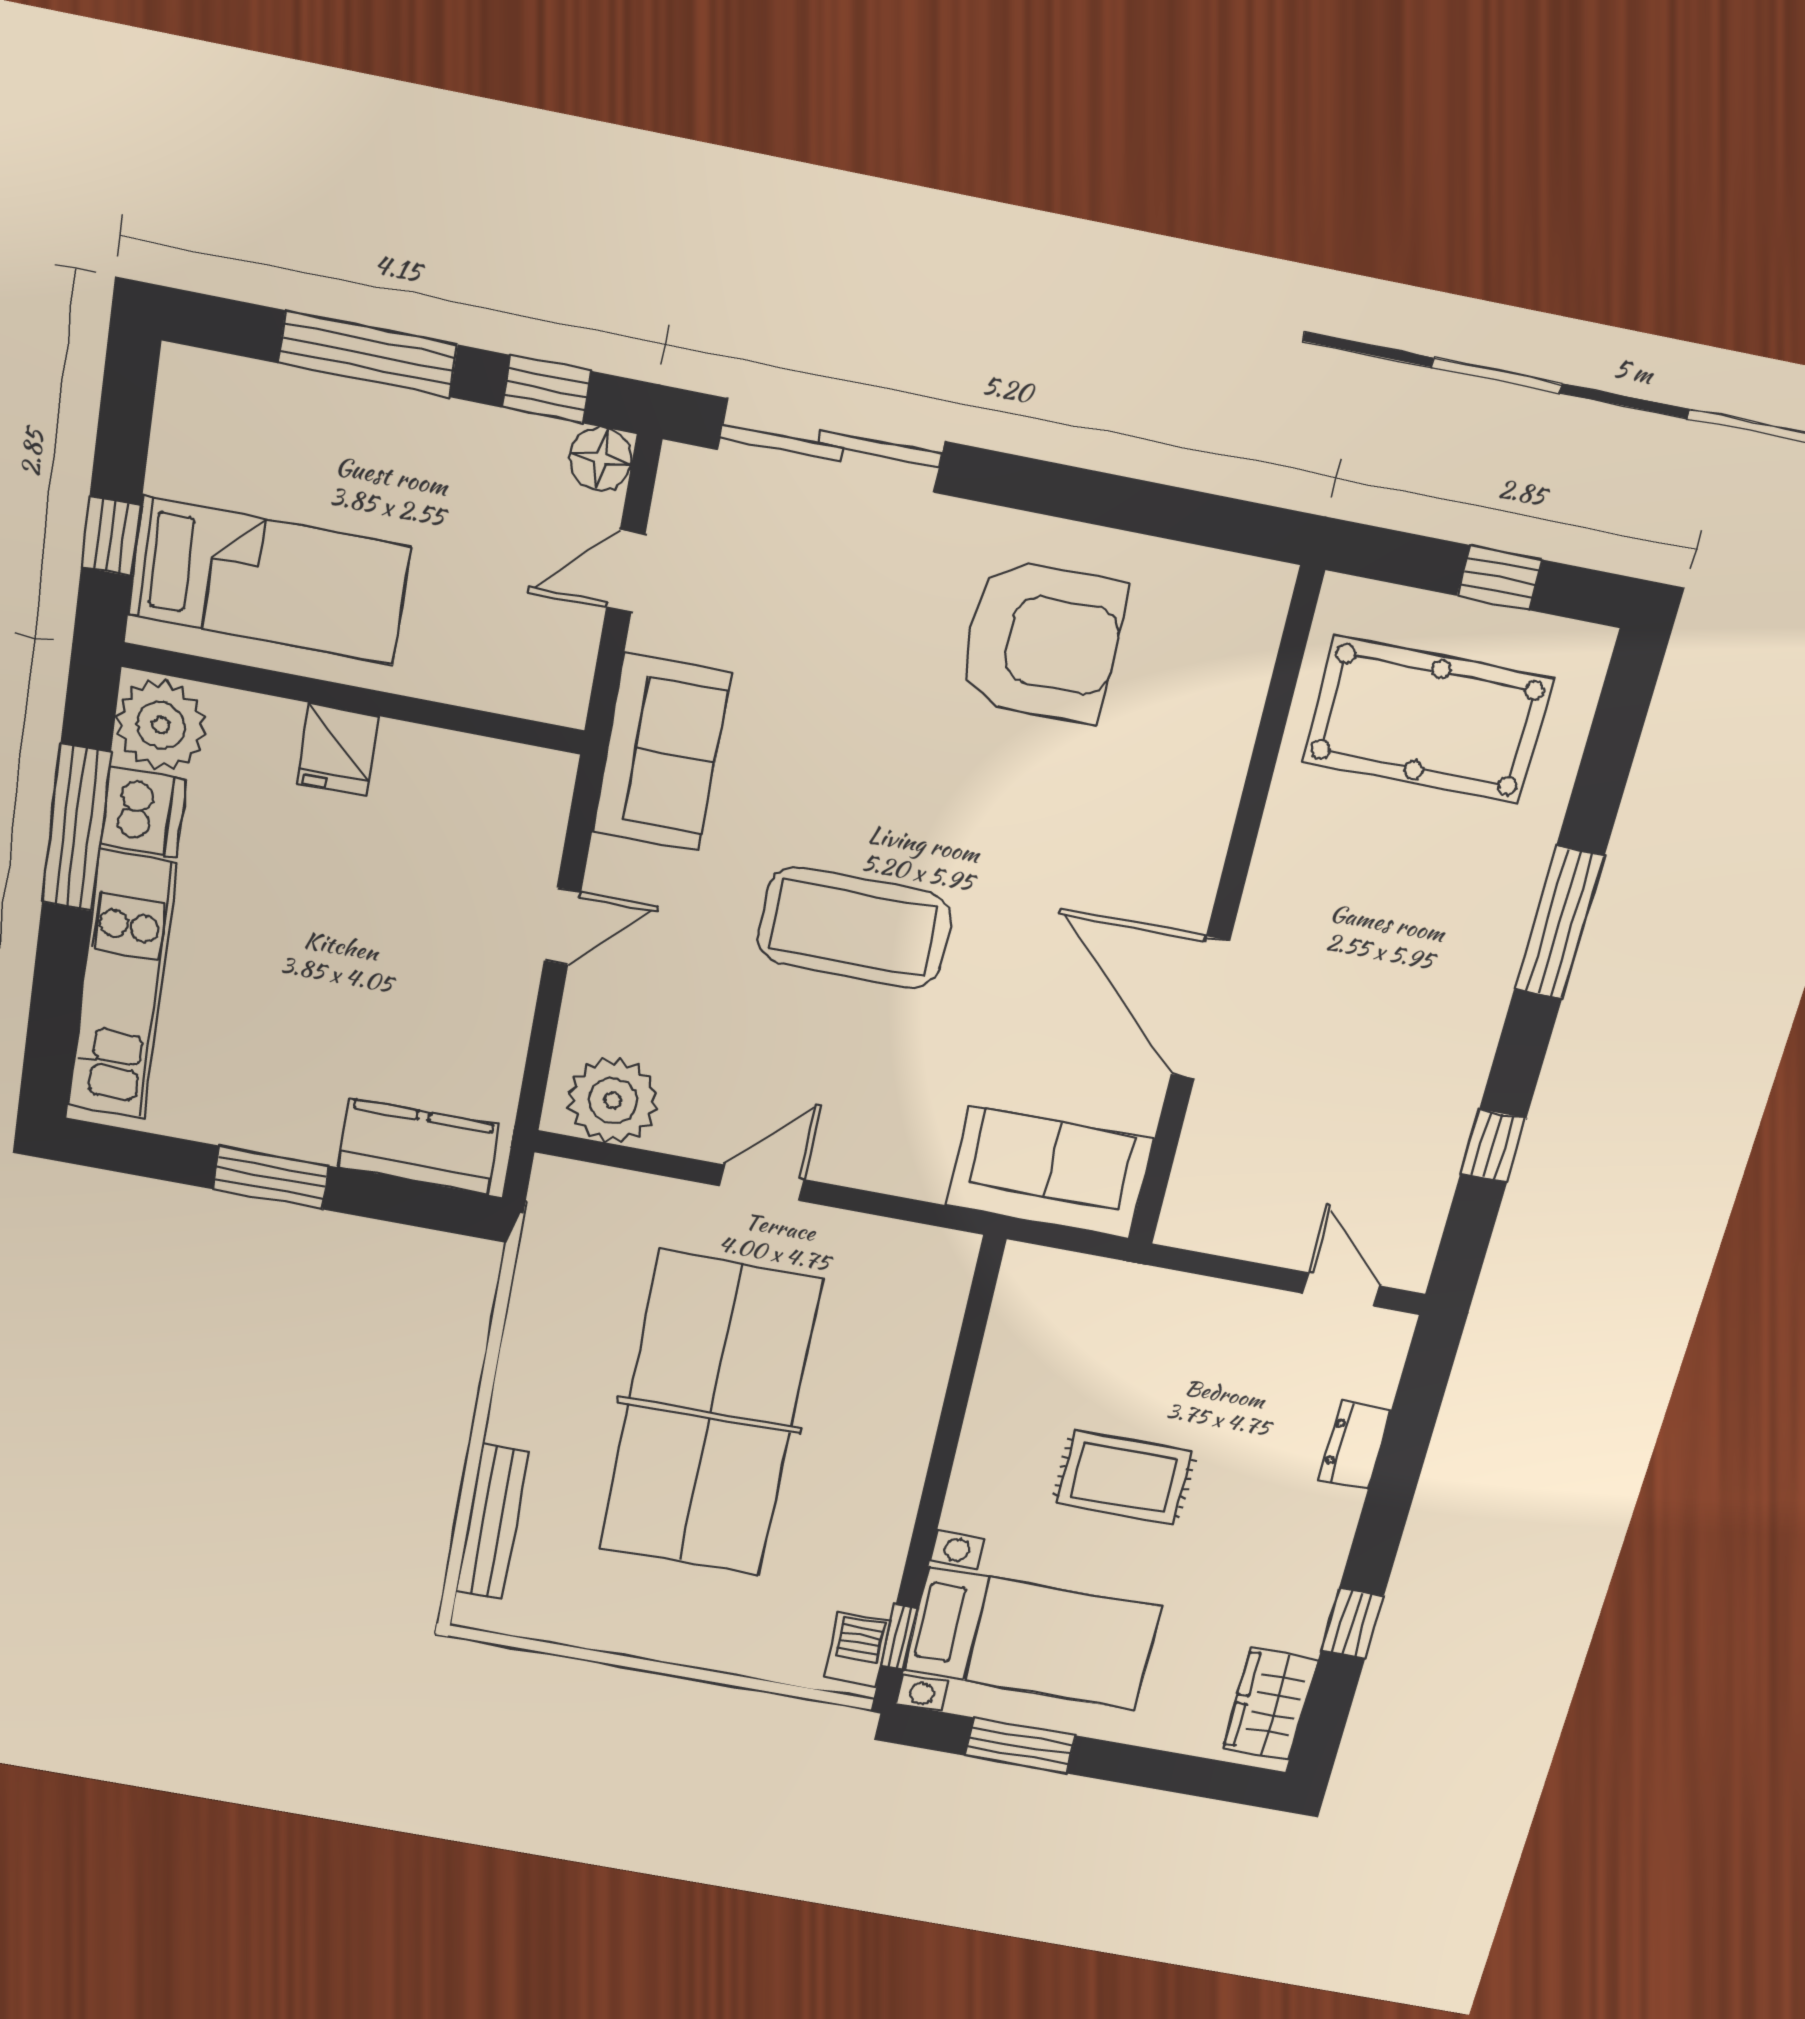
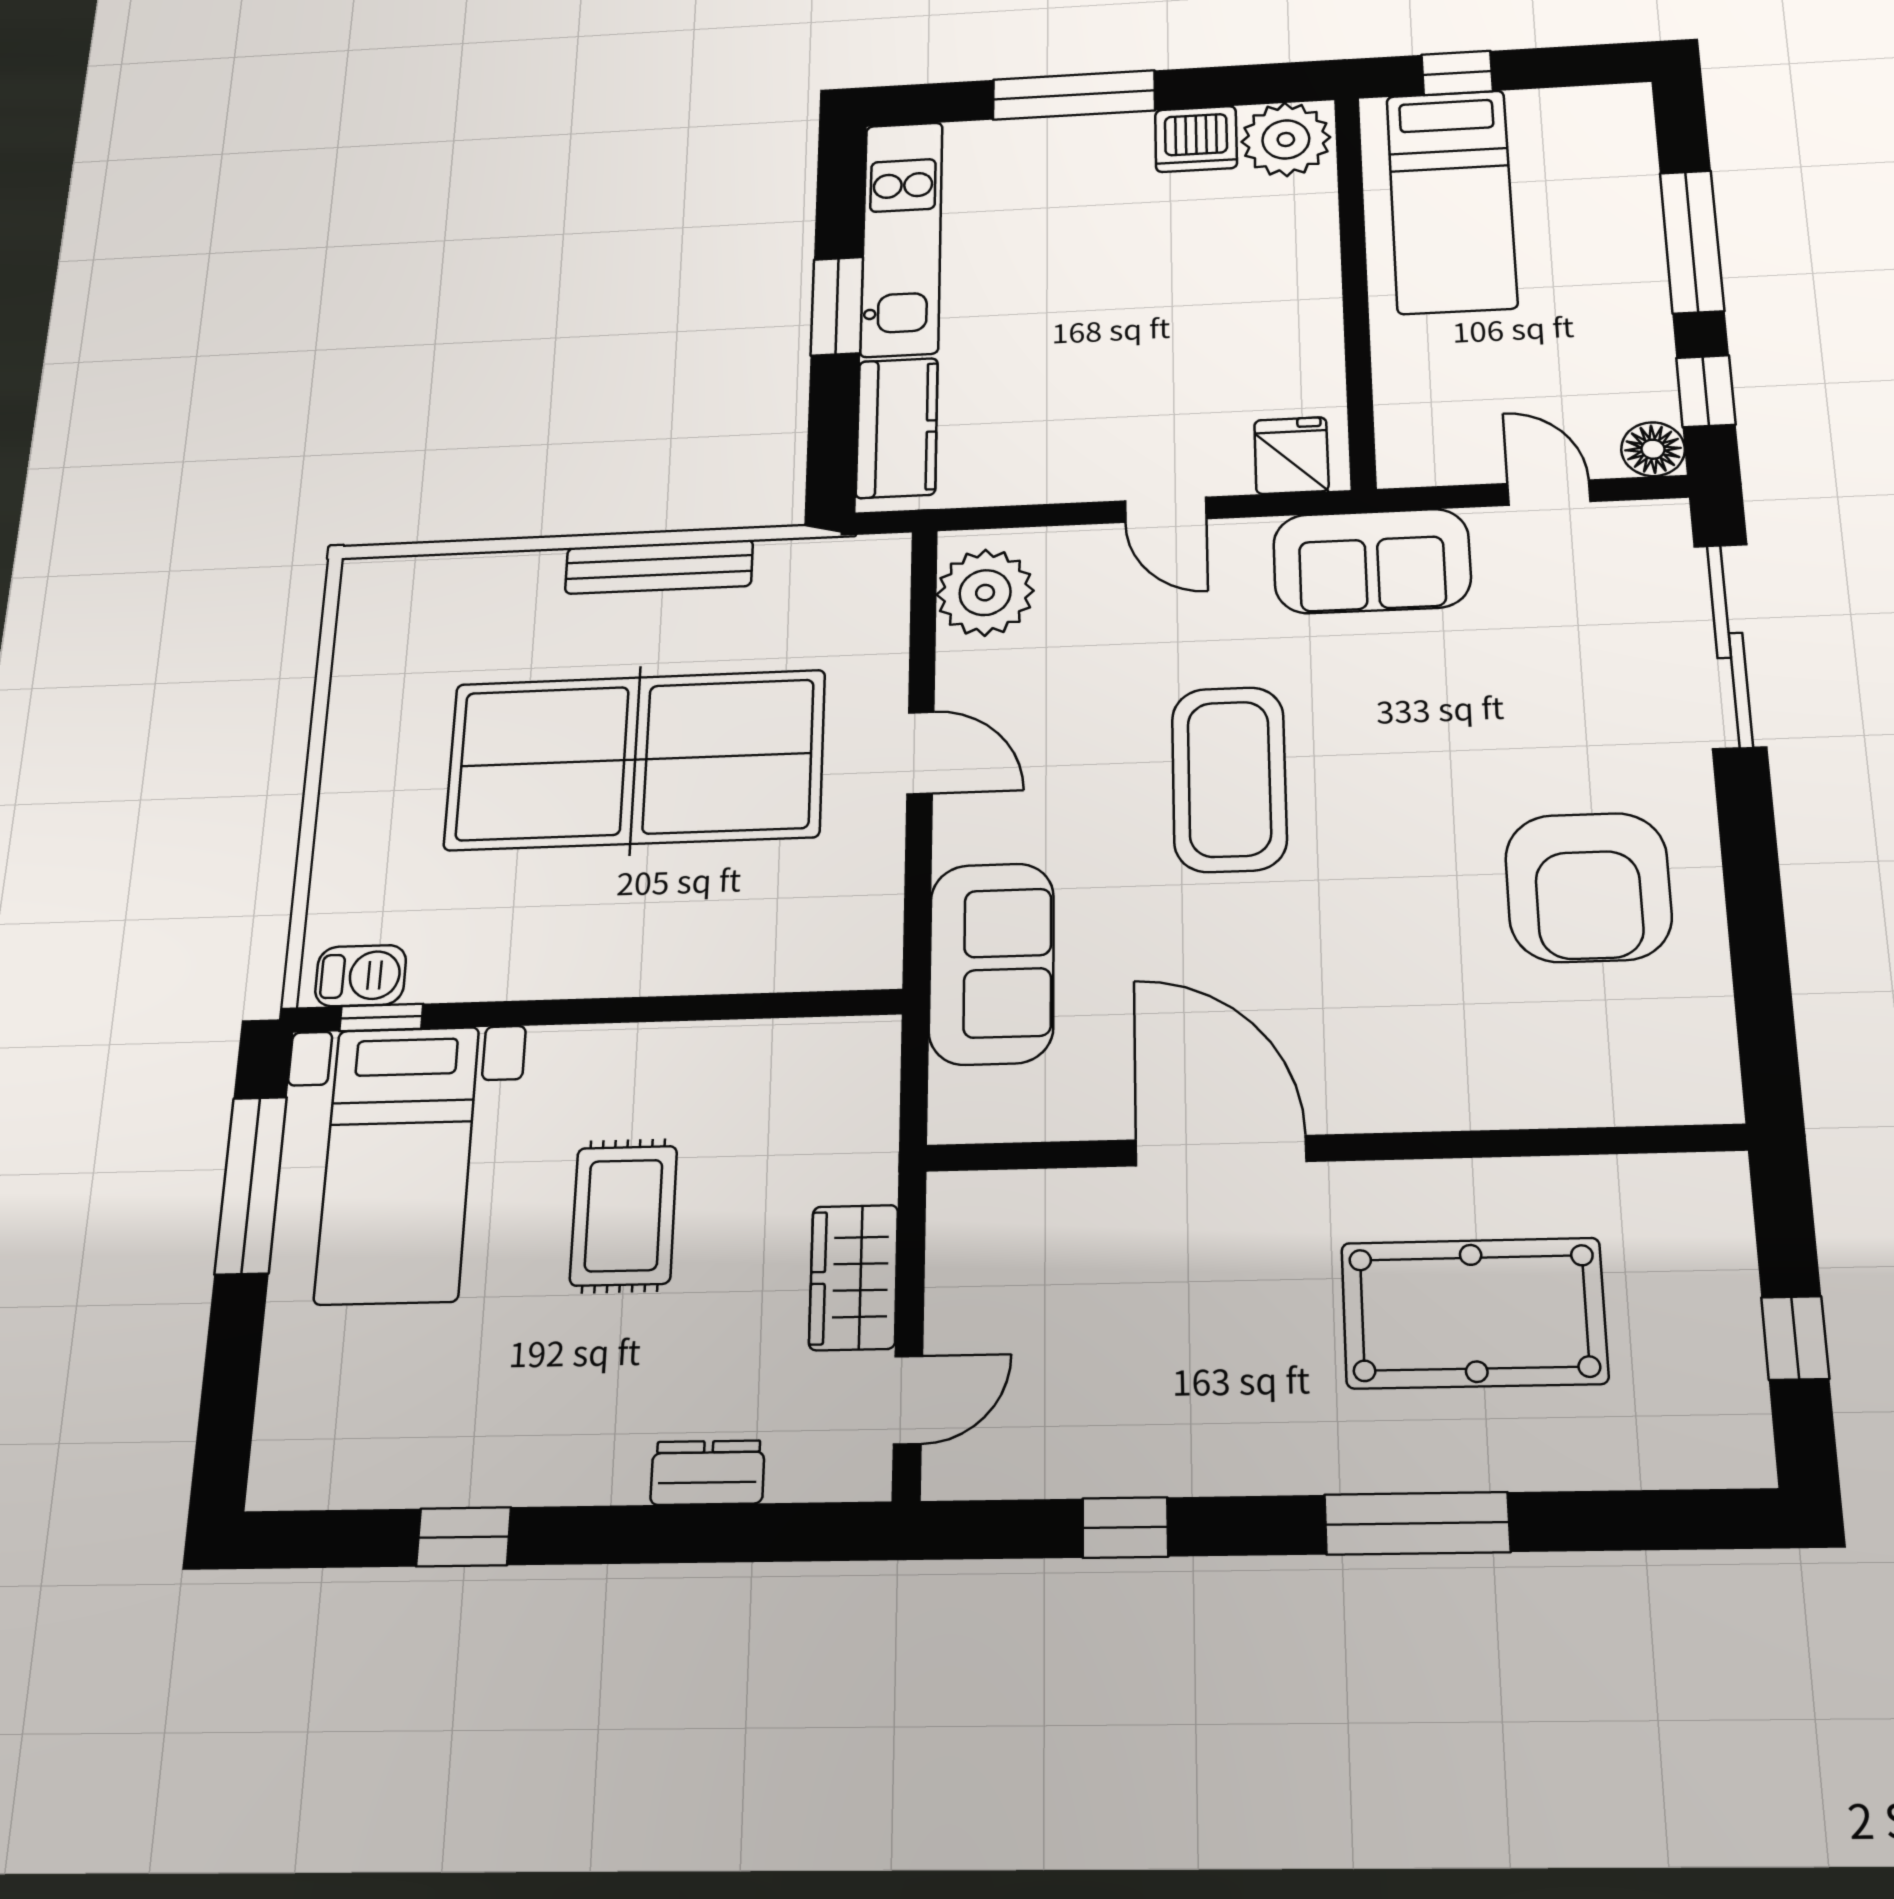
pool table: (1427, 720) -> (1474, 1313), moved, turned 90
fridge: (338, 750) -> (1291, 455), moved, turned 90
window: (76, 828) -> (1074, 95), moved
kitchen unit: (122, 985) -> (902, 238), moved, turned -90
door: (1200, 1008) -> (1221, 1151), hinge flipped
sofa: (1049, 1173) -> (992, 963), moved
bench: (492, 1522) -> (659, 567), moved
wardrobe: (1270, 1704) -> (854, 1277), moved, turned -90
window: (1020, 1745) -> (251, 1185), width x1.44

